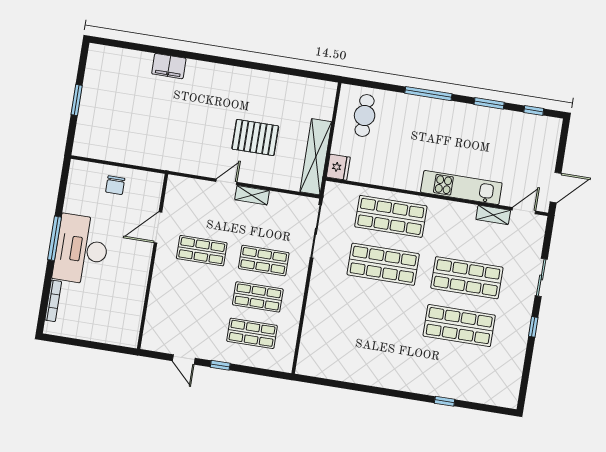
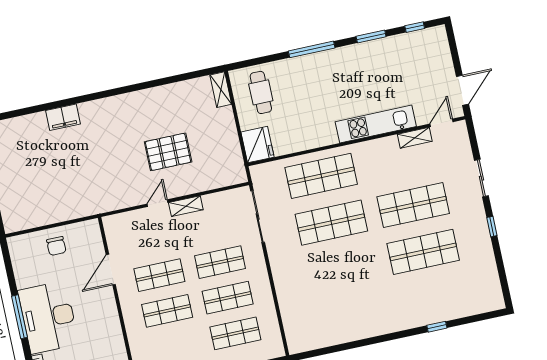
shelving: (316, 157) -> (221, 90), moved, width x0.45, depth x0.75
fridge: (338, 167) -> (258, 145), width x1.36, depth x1.34
shop shelf: (196, 287) -> (167, 311), added

